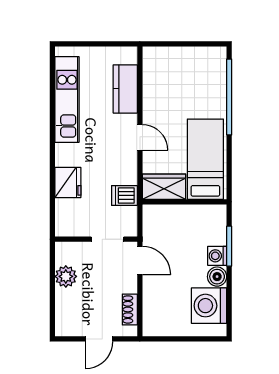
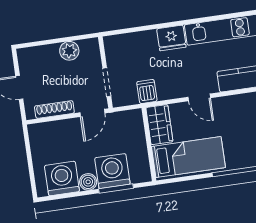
door: (140, 137) -> (199, 97), hinge flipped
fridge: (68, 183) -> (171, 38), moved
washing machine: (217, 256) -> (112, 171), width x1.89, depth x1.89
shoe rack: (130, 309) -> (54, 110), width x1.43

